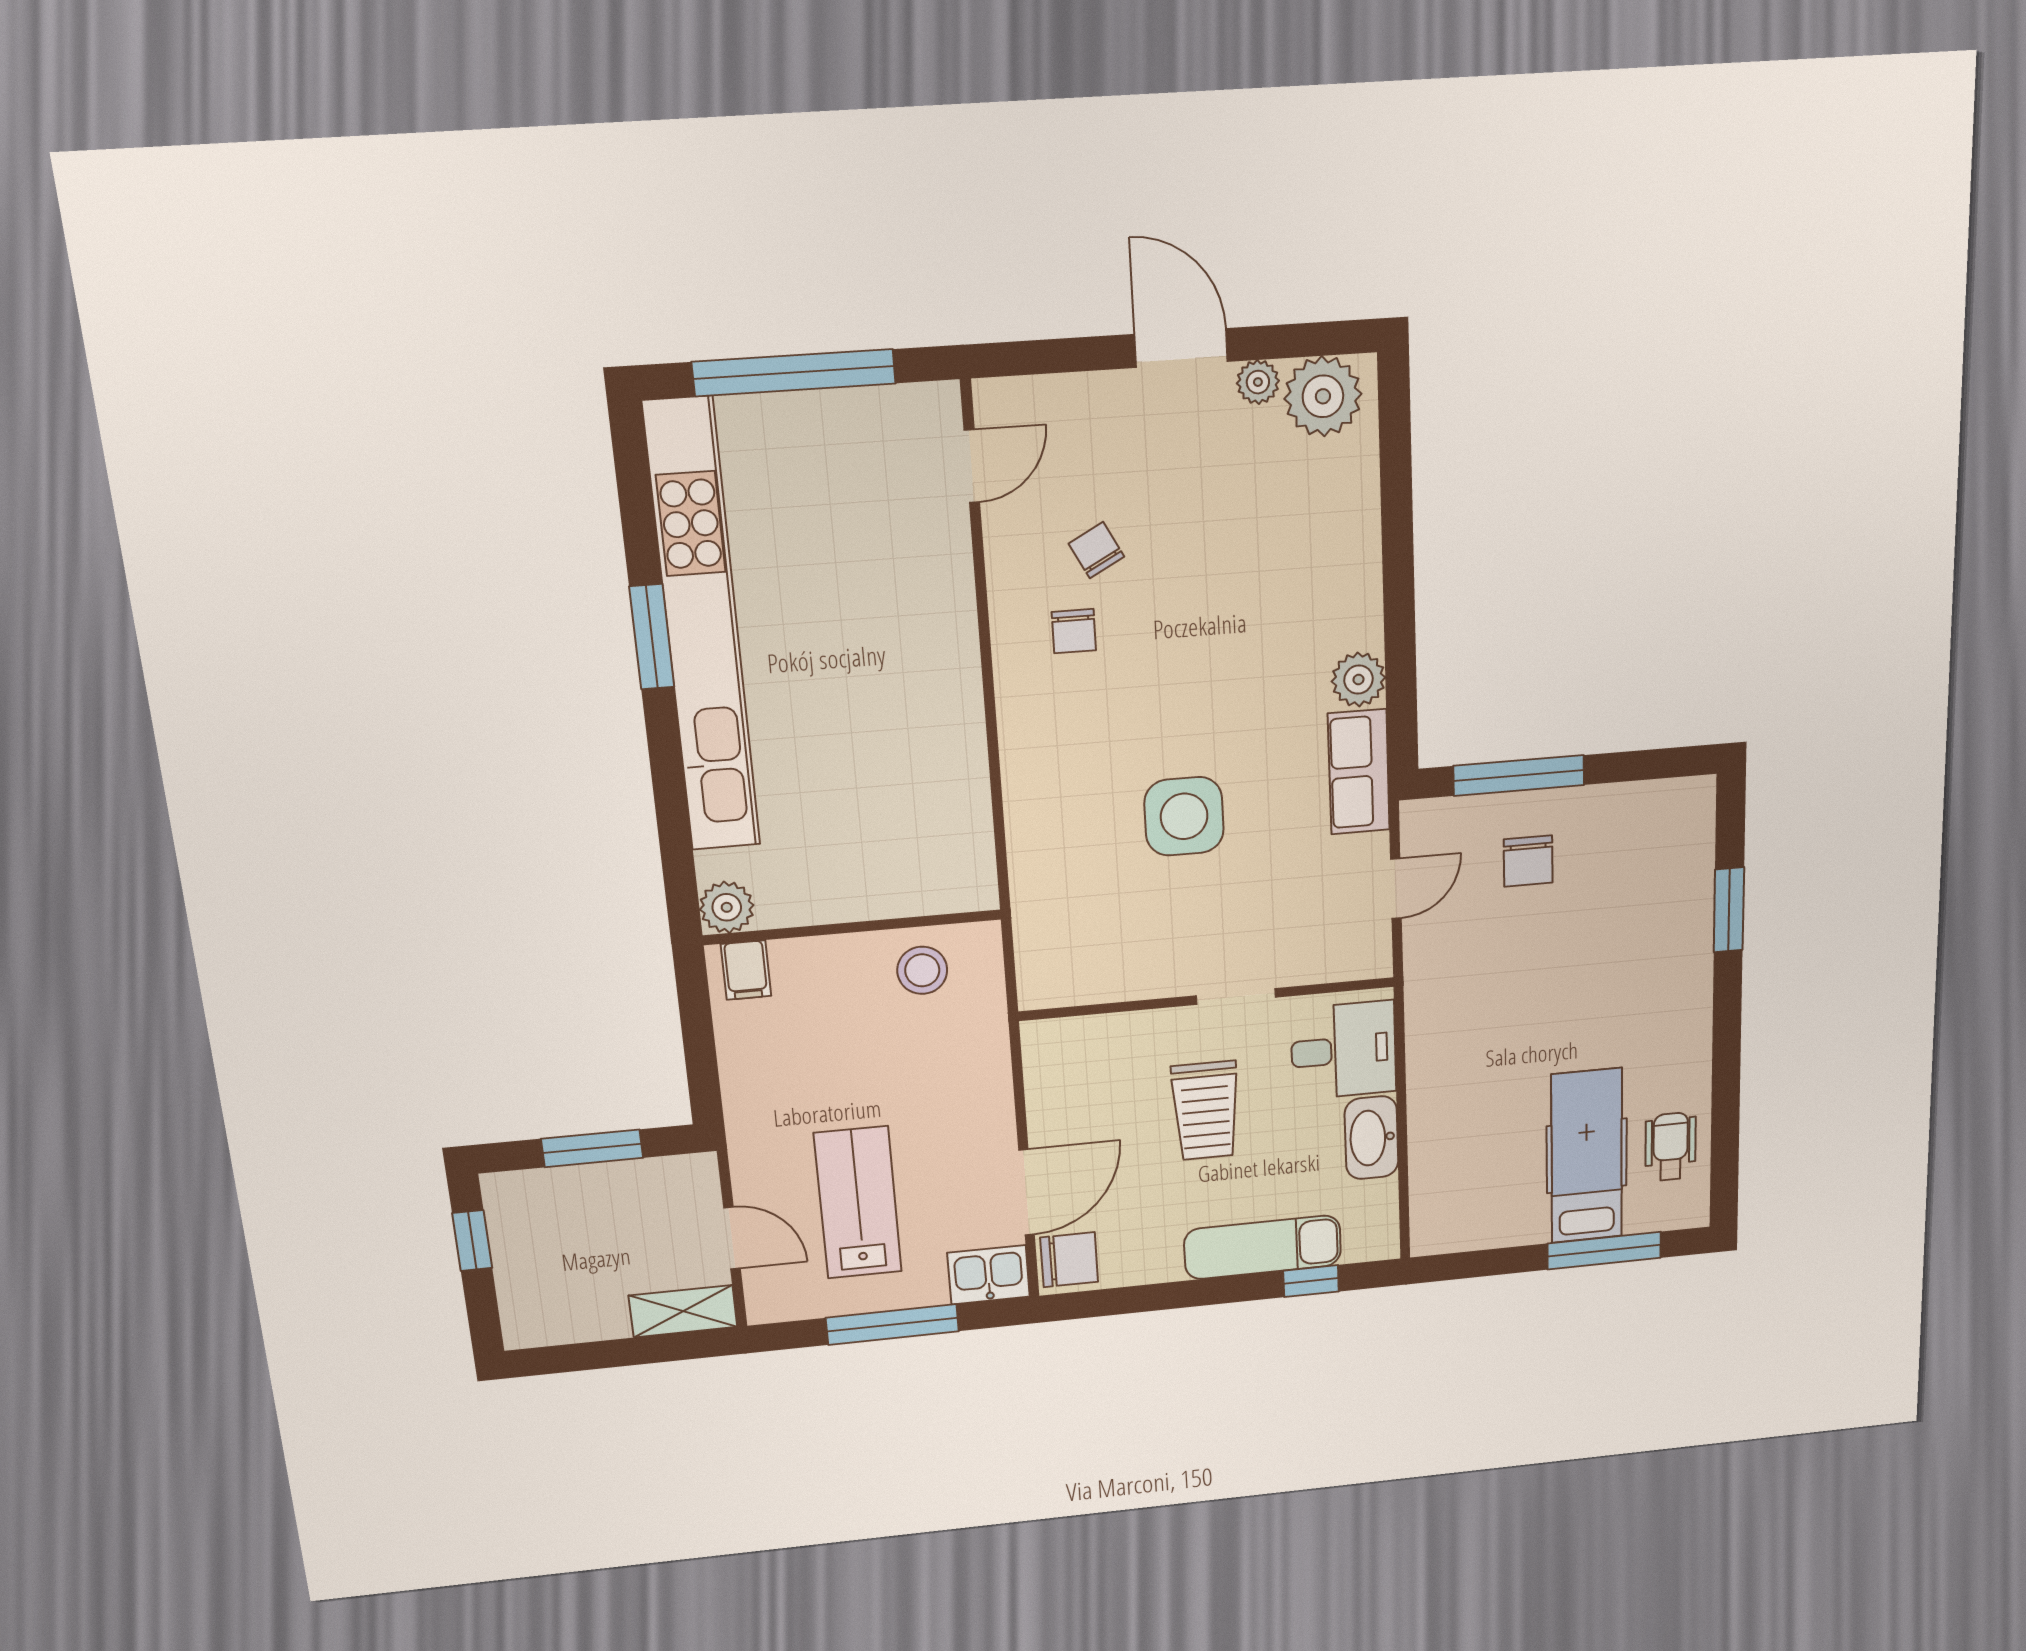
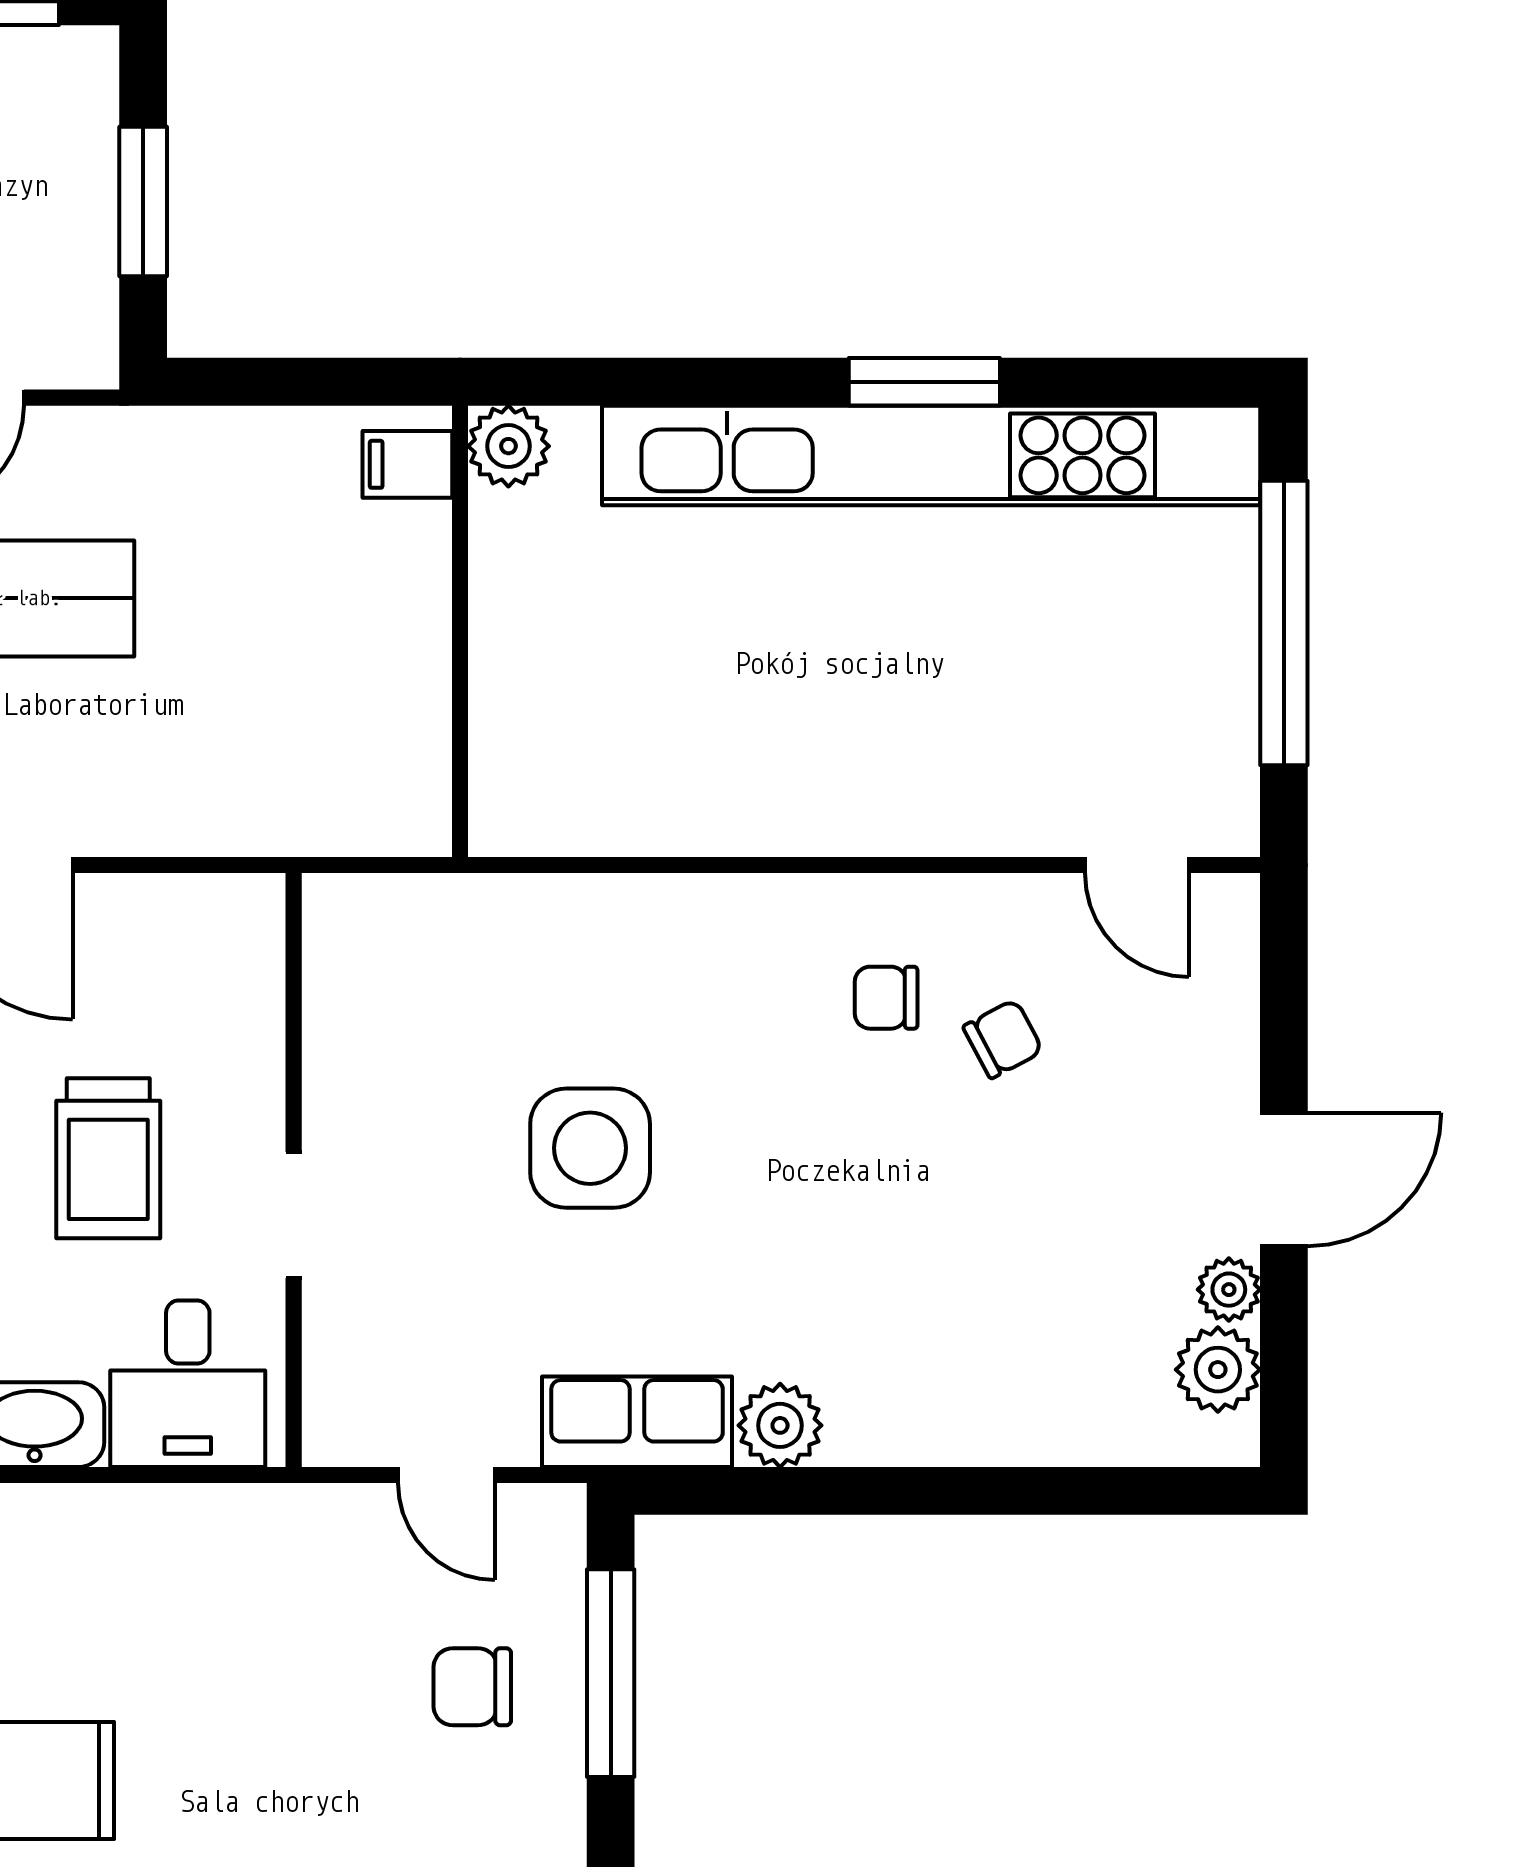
plant: (1323, 396) -> (1218, 1370), width x0.73, depth x0.73
stool: (922, 970) -> (382, 731), removed
trolley: (1206, 1111) -> (108, 1158), turned -90

